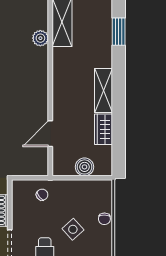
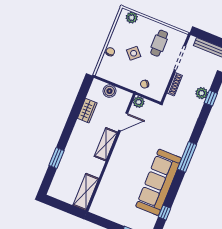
window: (119, 32) -> (56, 158), moved
plant: (40, 38) -> (139, 102), moved
shelving: (103, 90) -> (106, 144), moved

